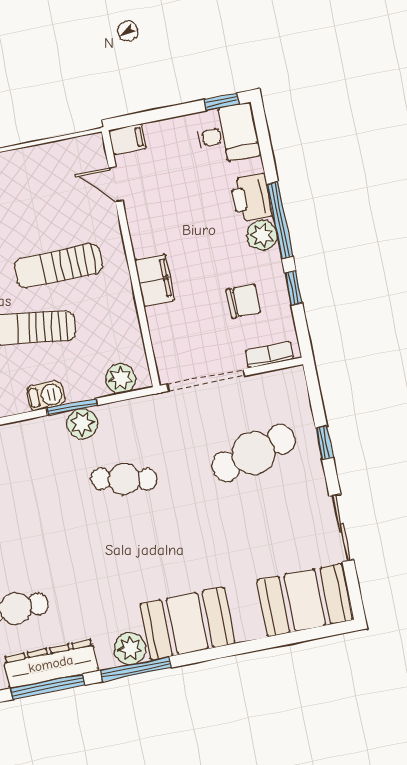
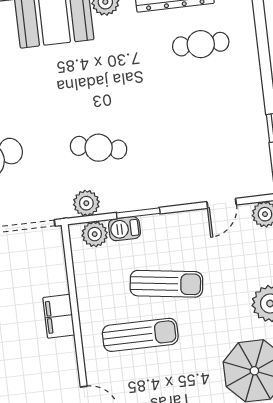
barbecue: (46, 396) -> (125, 229), moved
plant: (82, 424) -> (86, 203), moved

